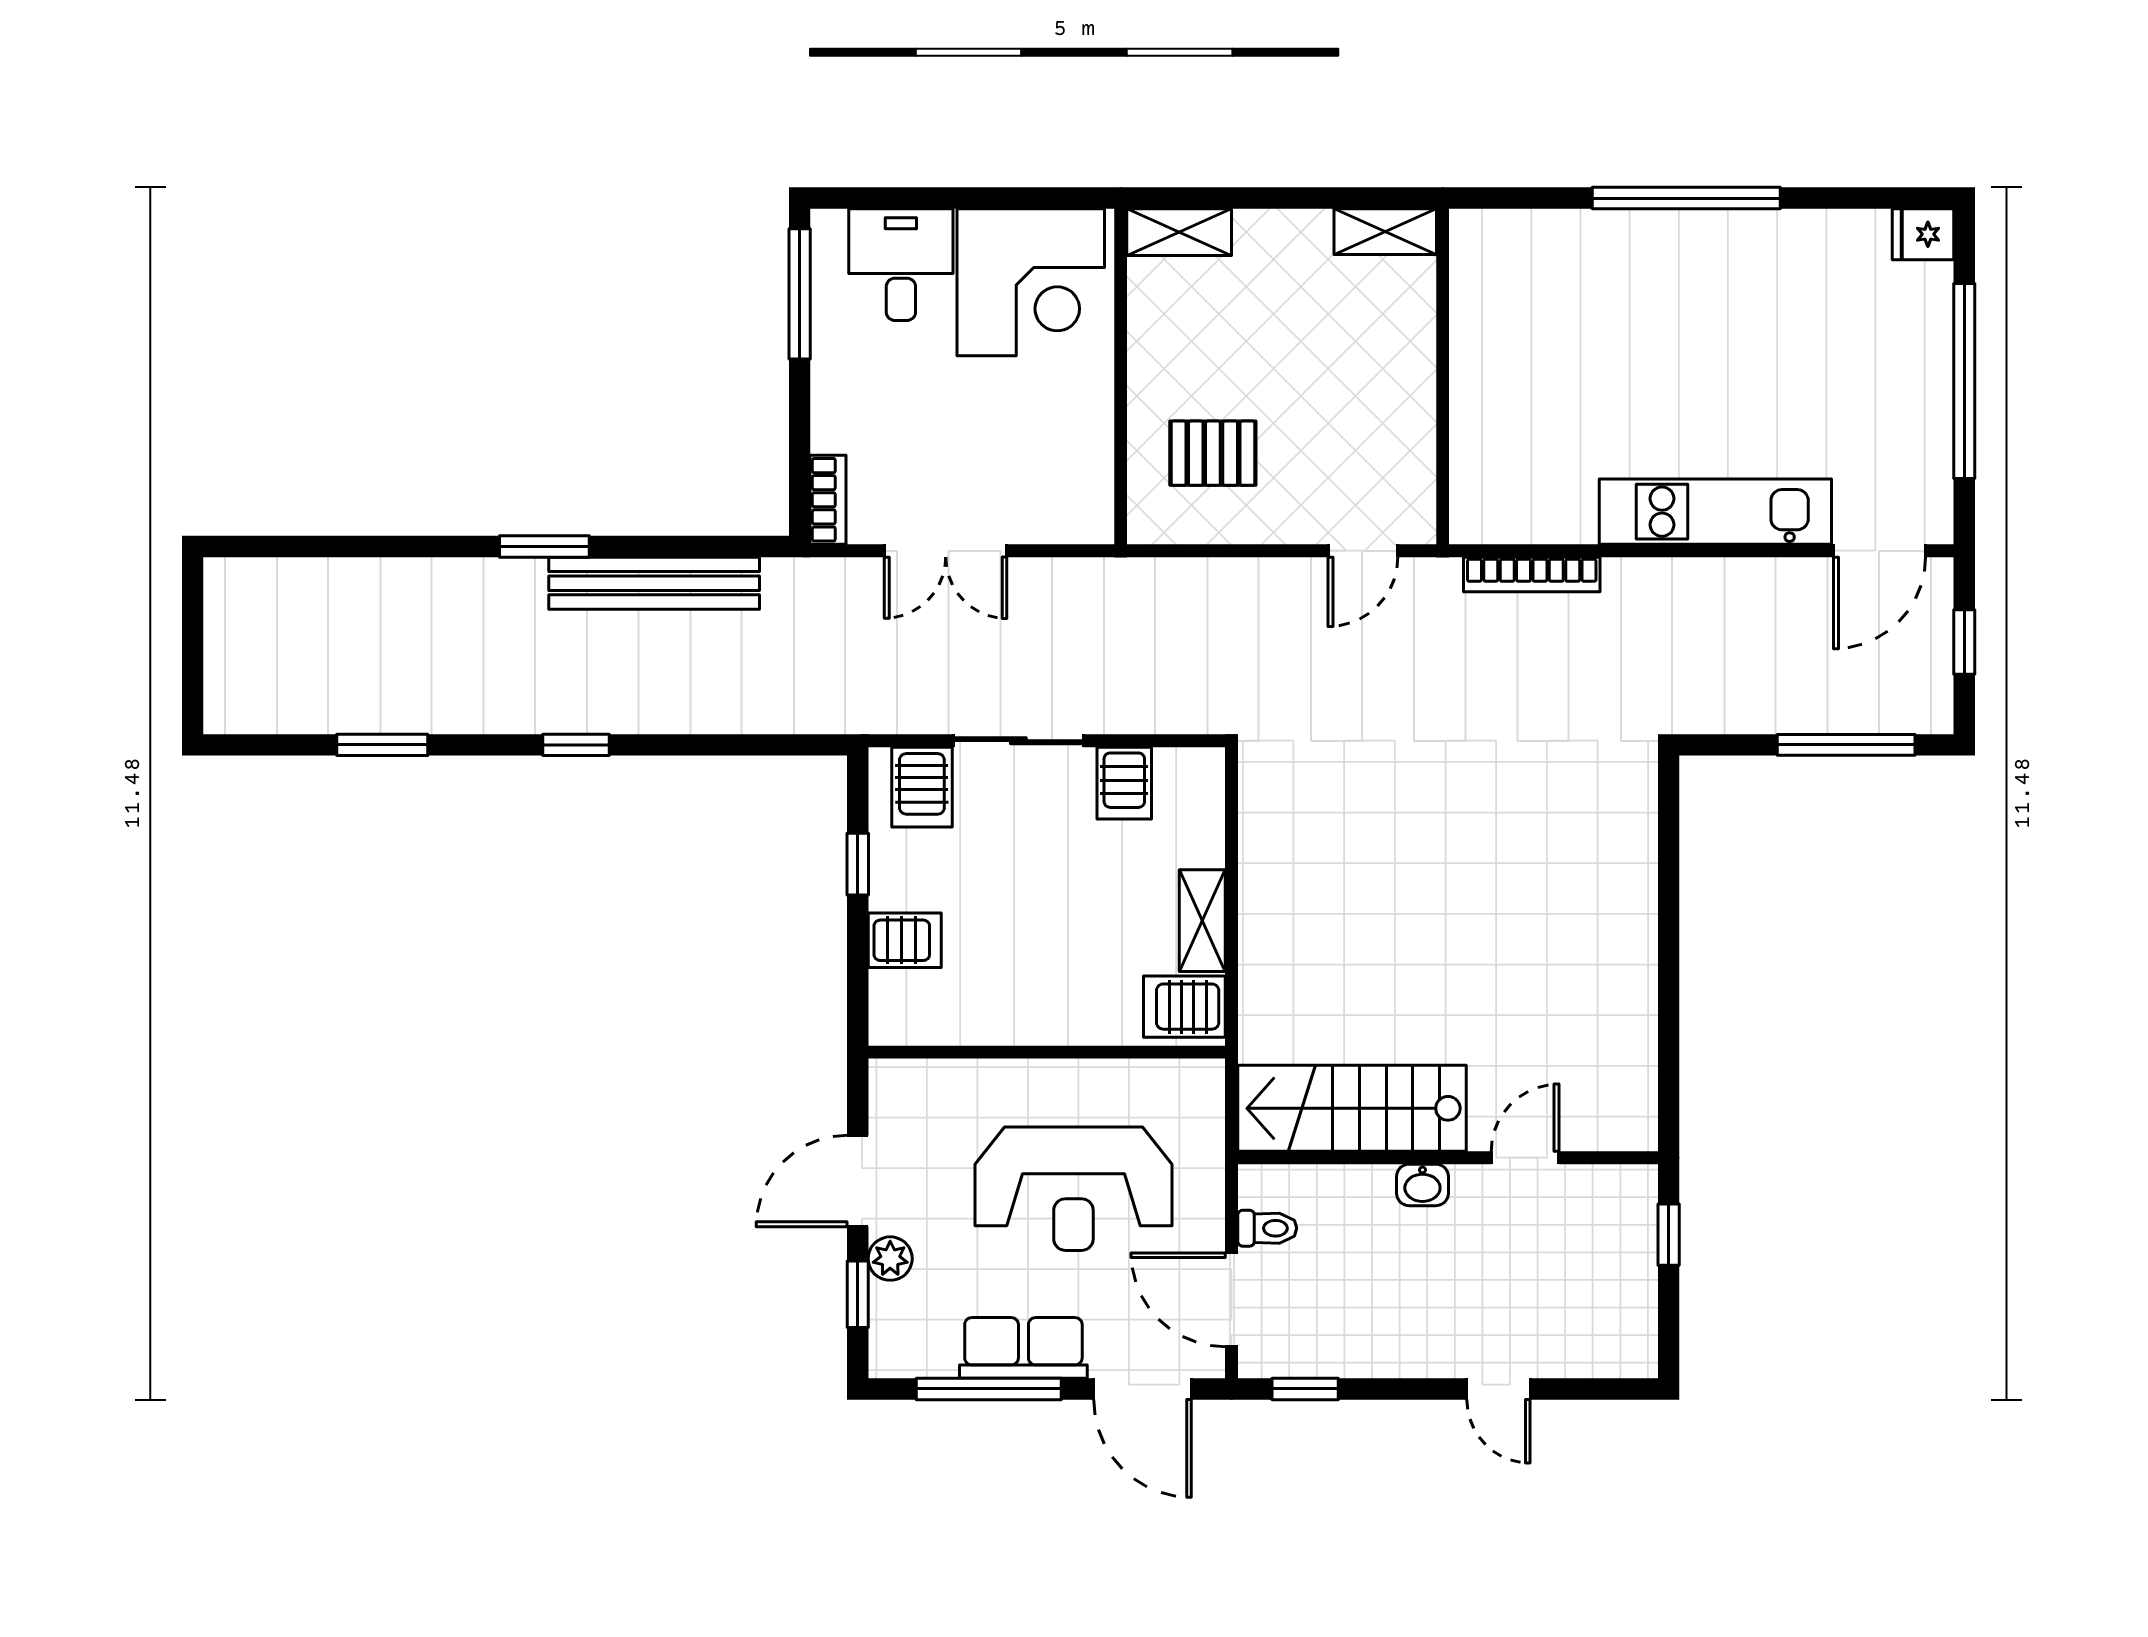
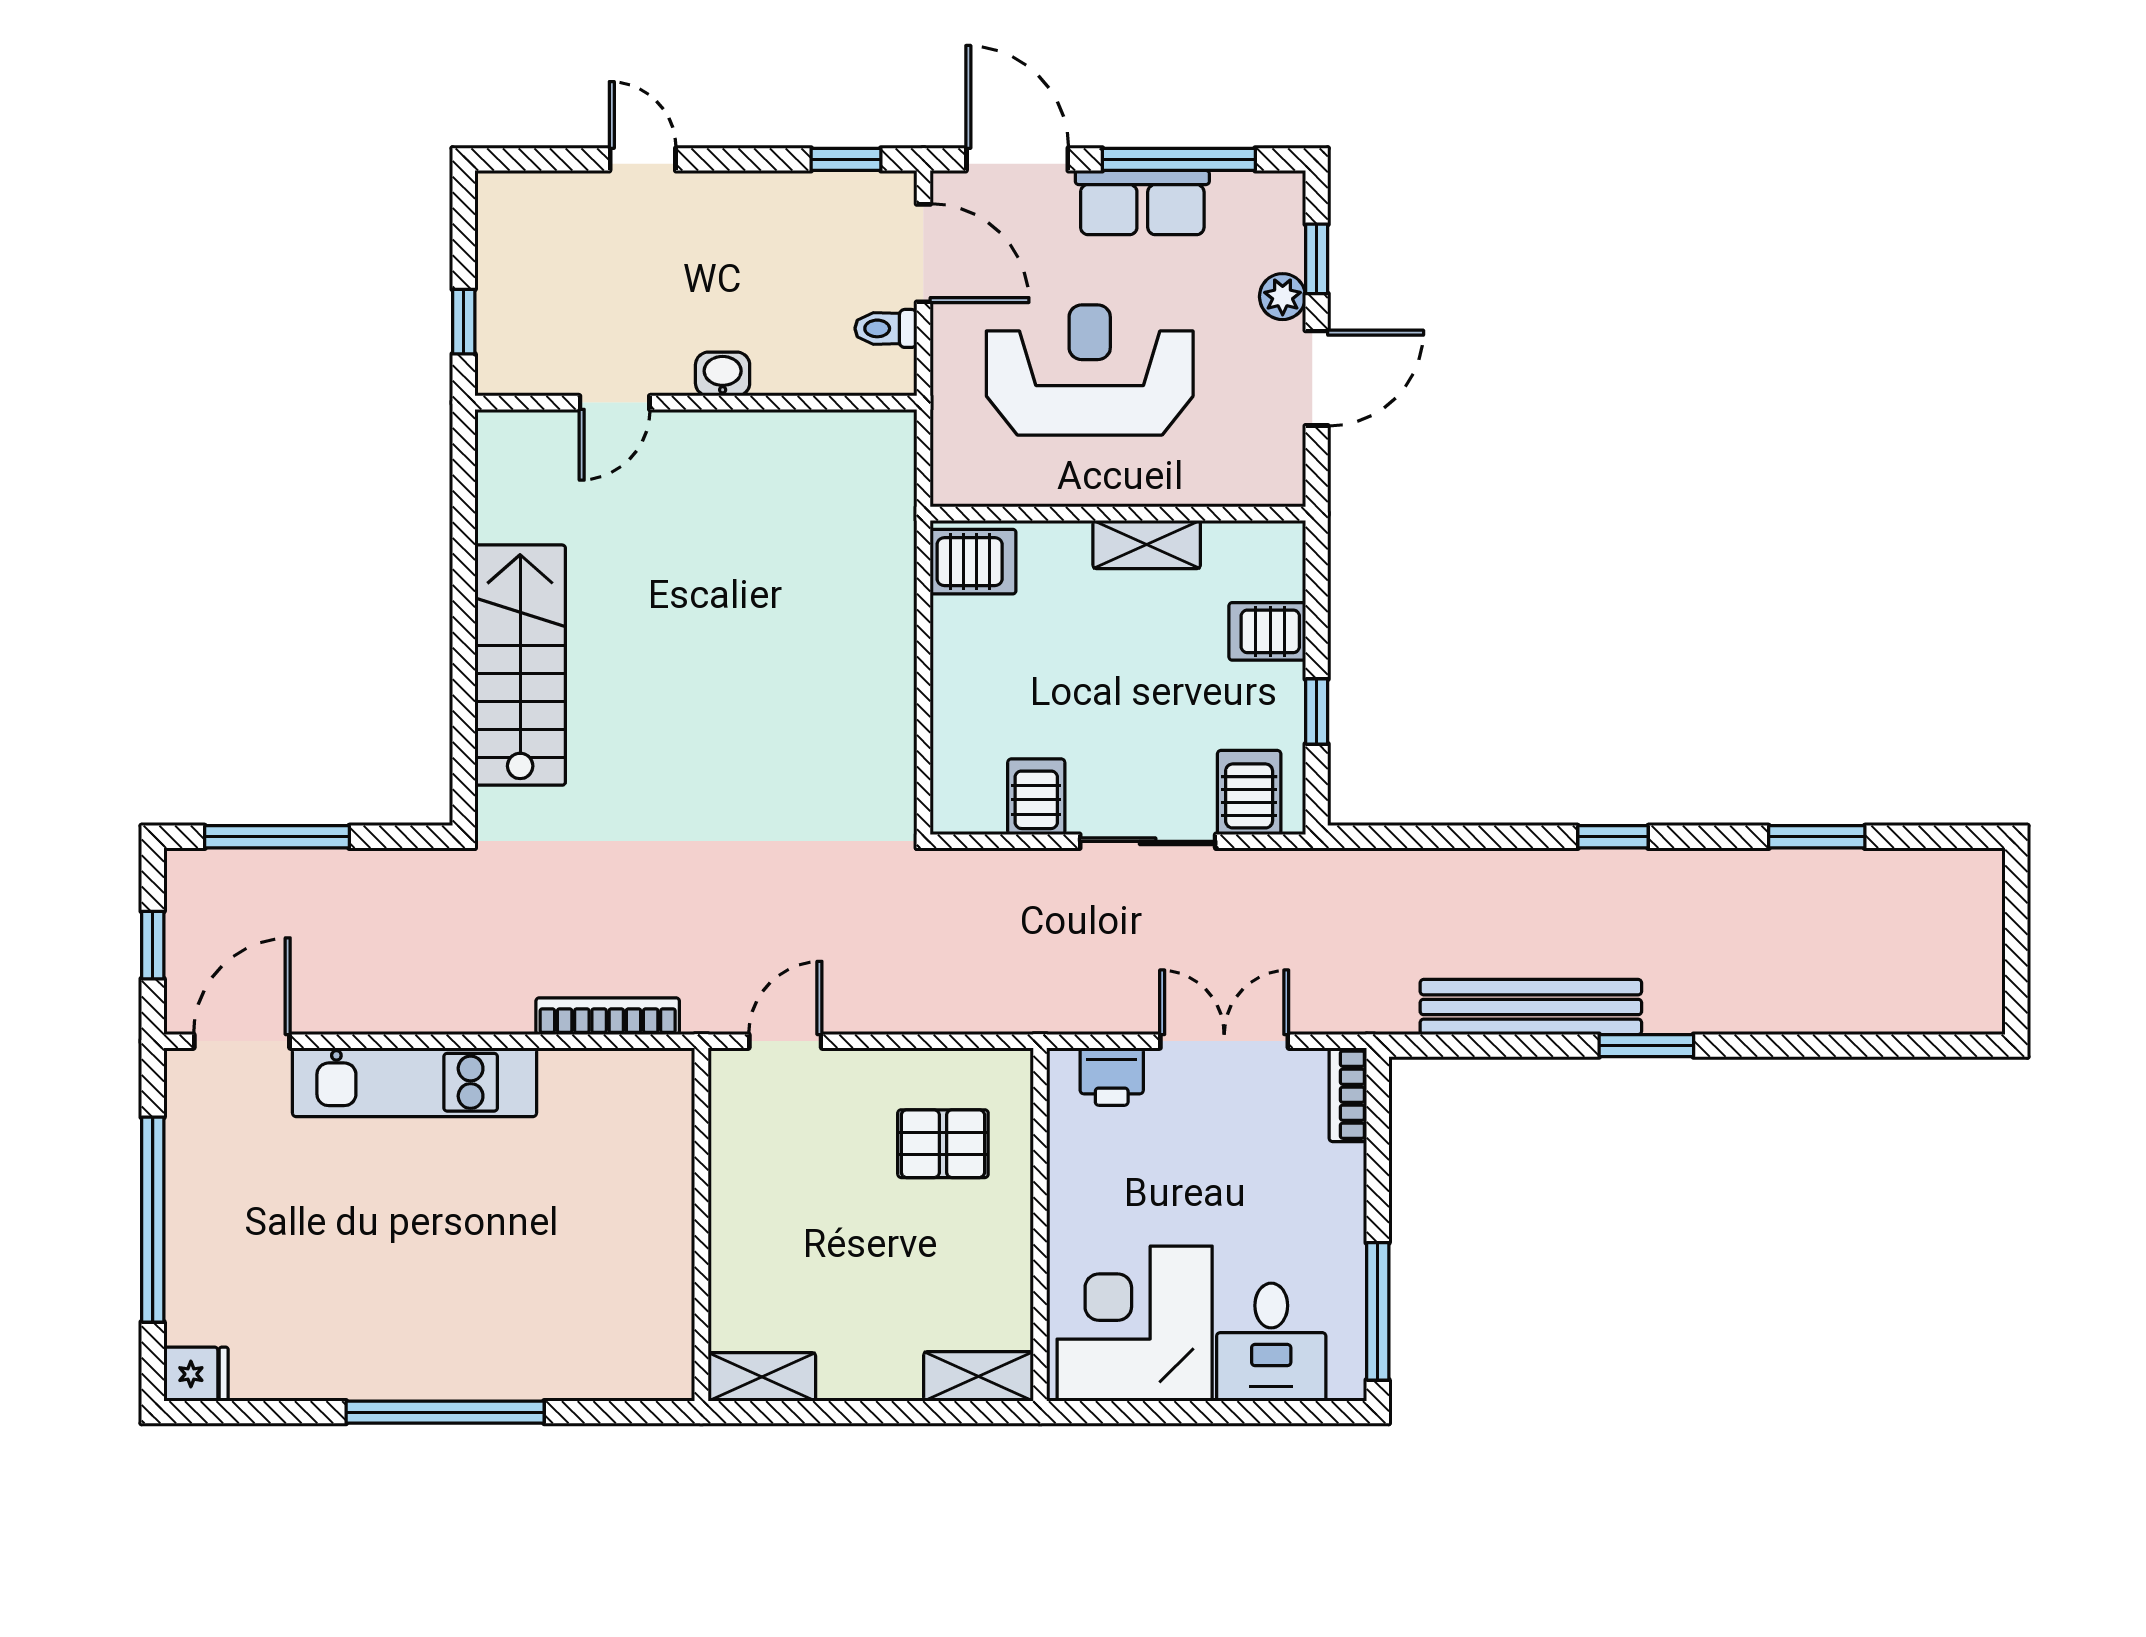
printer: (1053, 517) -> (1112, 1077), added
shelving: (1202, 921) -> (1147, 544), moved, turned 90
stairs: (1352, 1108) -> (520, 665), moved, turned -90

